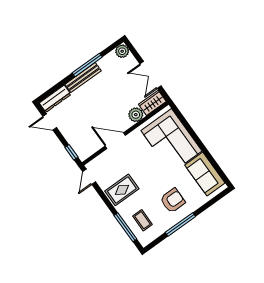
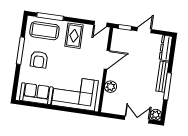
double door: (150, 75) -> (137, 120), moved
wardrobe: (152, 103) -> (108, 103), removed
door: (50, 122) -> (144, 30), moved
door: (89, 177) -> (100, 24), swing flipped
coffee table: (143, 220) -> (44, 31), width x1.86, depth x1.72

